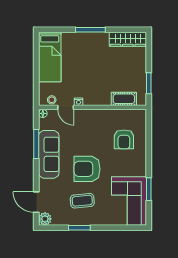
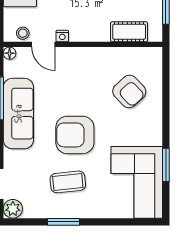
armchair: (124, 139) -> (129, 91), turned -43

